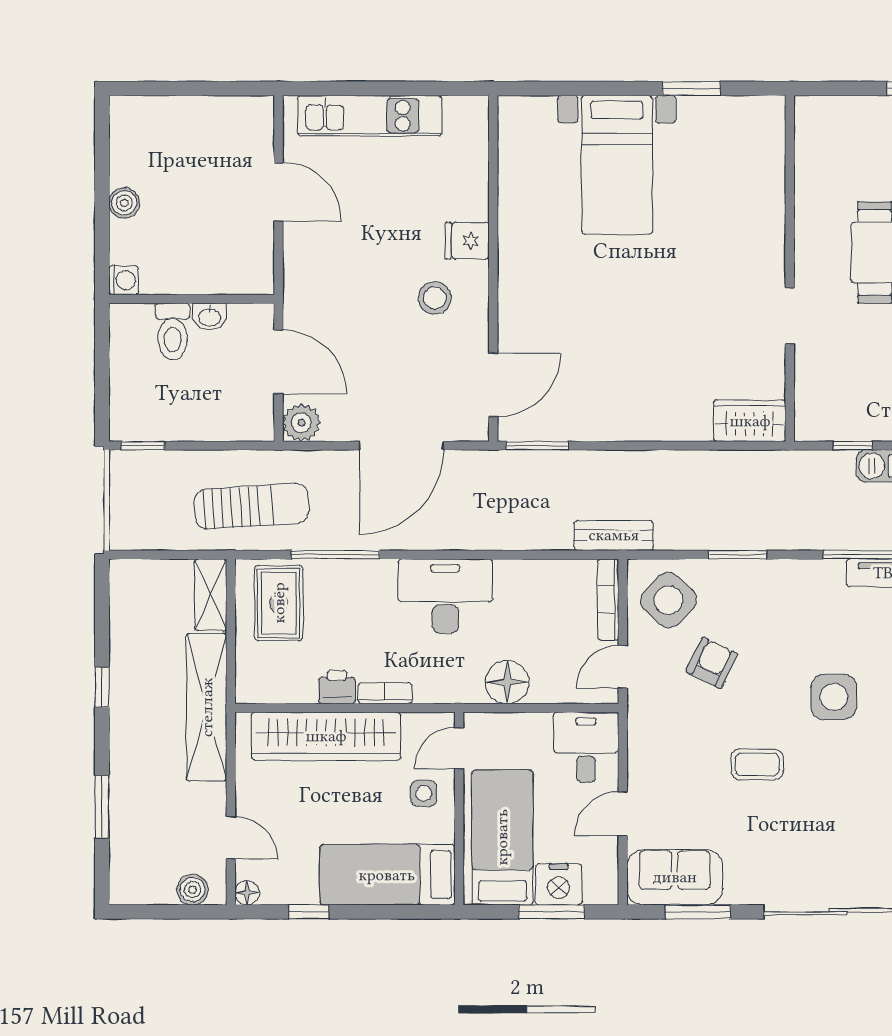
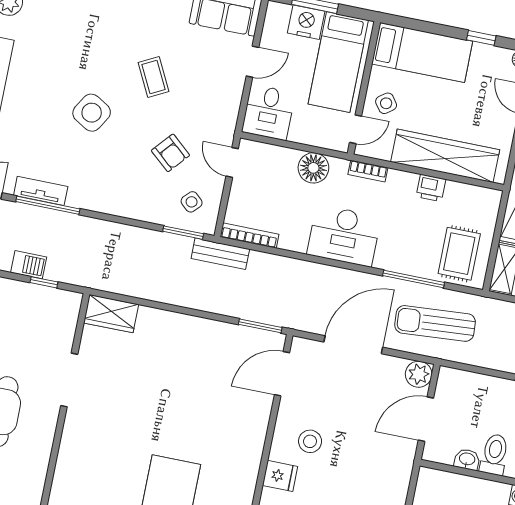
doorway: (790, 316) -> (69, 380), width x1.38
door: (278, 362) -> (426, 419), hinge flipped
sun lounger: (252, 506) -> (435, 323), moved
window: (738, 555) -> (183, 233), moved
bookcase: (608, 600) -> (249, 236), moved, turned -90
side table: (669, 600) -> (192, 202), width x0.54, depth x0.54
armchair: (712, 663) -> (171, 153), turned -75
door: (623, 667) -> (232, 162), swing flipped
bookcase: (385, 693) -> (368, 171), moved
side table: (834, 697) -> (92, 113), turned 31
coffee table: (757, 764) -> (153, 77), turned 63
side table: (424, 793) -> (386, 103), turned -36

